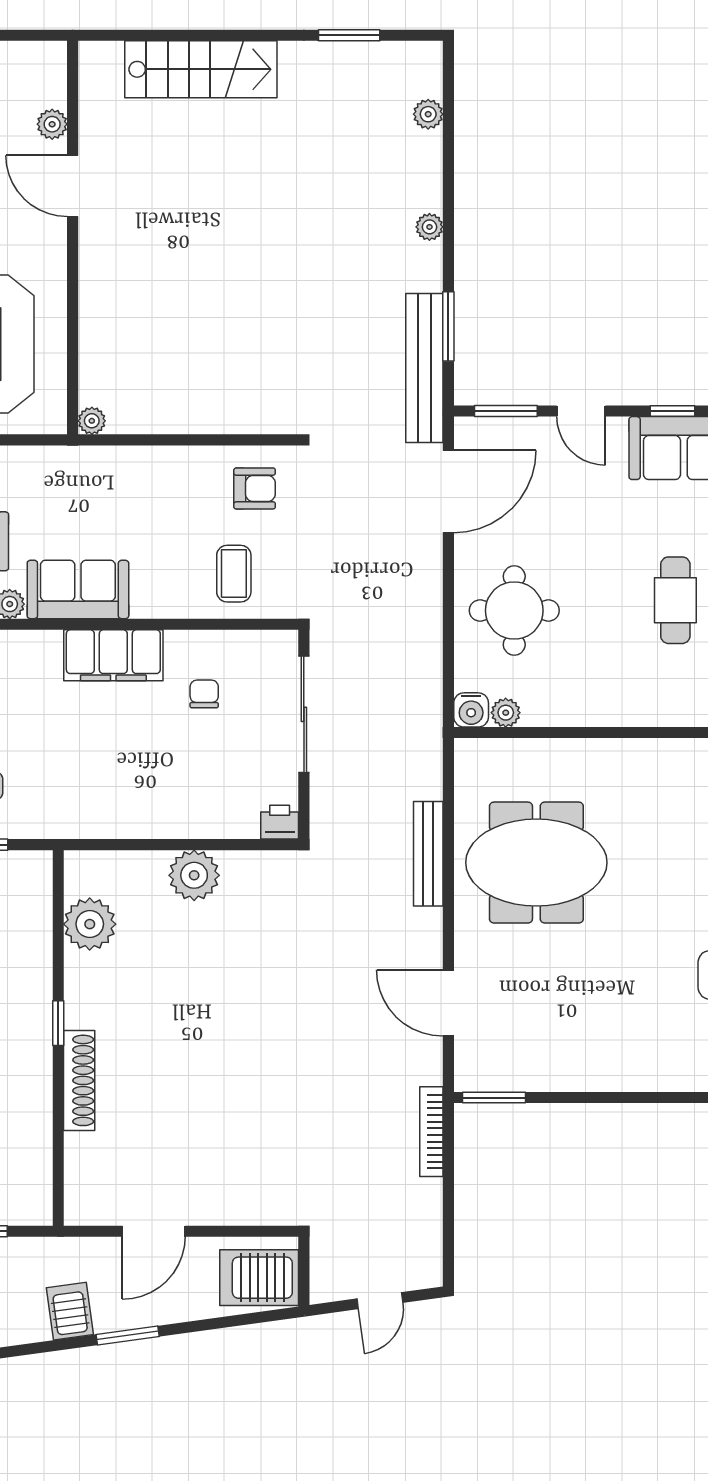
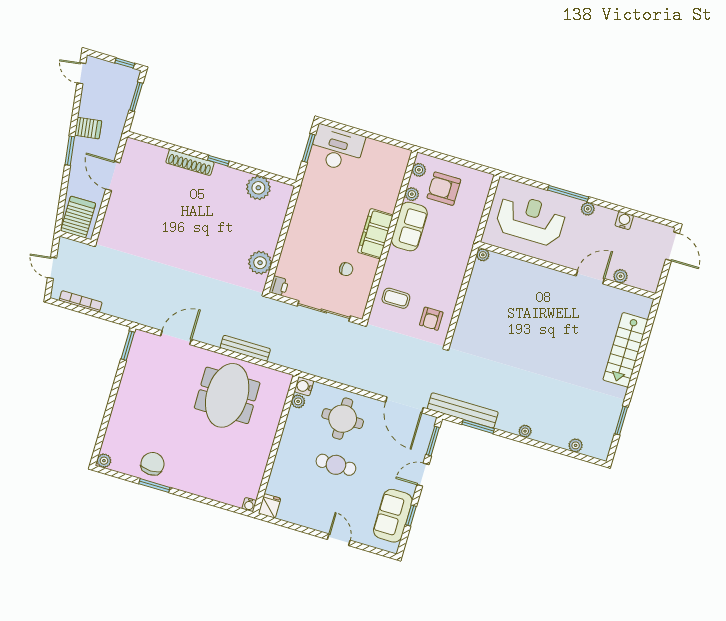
cafe table: (675, 600) -> (336, 465), moved
plant: (194, 875) -> (260, 263), moved
bookcase: (431, 1132) -> (81, 301), moved

